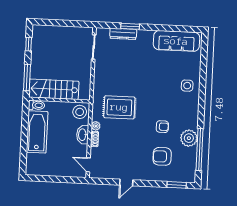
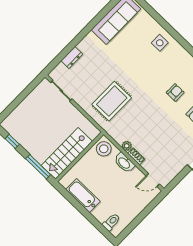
window: (130, 26) -> (71, 46), removed
dresser: (123, 34) -> (72, 57), width x0.70
toilet: (36, 105) -> (111, 222), moved
rug: (119, 107) -> (112, 101), moved
bathtub: (37, 132) -> (83, 195), width x0.73, depth x0.73

